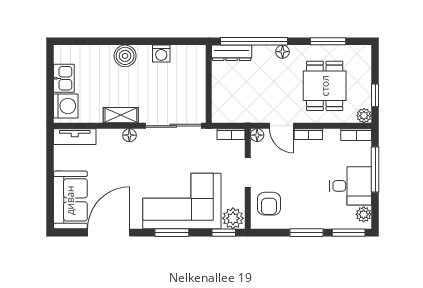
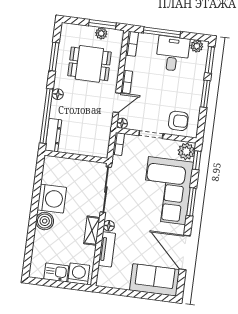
washing machine: (161, 54) -> (52, 199), width x1.89, depth x1.89
window: (375, 95) -> (102, 24), width x1.50
plant: (364, 116) -> (101, 33), moved
tv unit: (75, 137) -> (107, 249), moved

